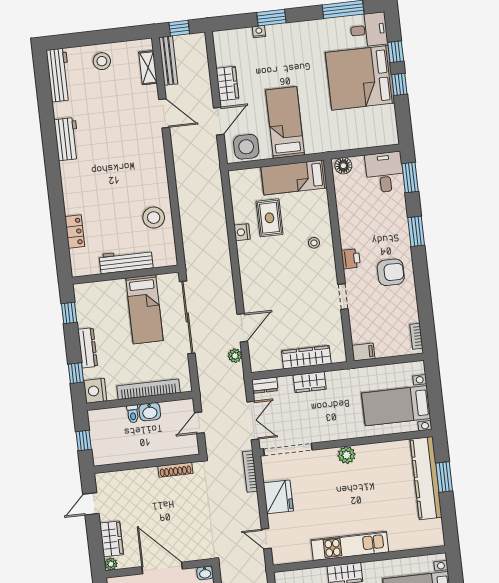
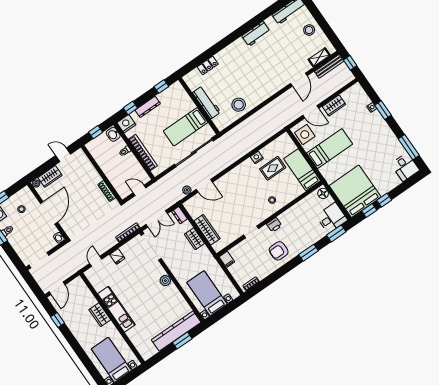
window: (396, 52) -> (369, 211), moved
bed: (360, 78) -> (355, 191), moved
armchair: (391, 272) -> (279, 251), turned 90
washbasin: (150, 412) -> (113, 134), moved
fridge: (278, 497) -> (117, 256), width x0.53, depth x0.75

